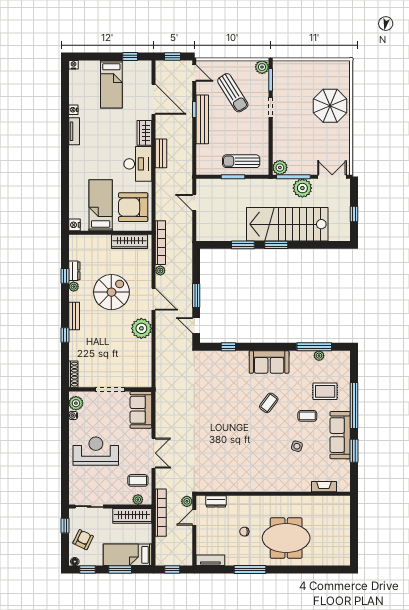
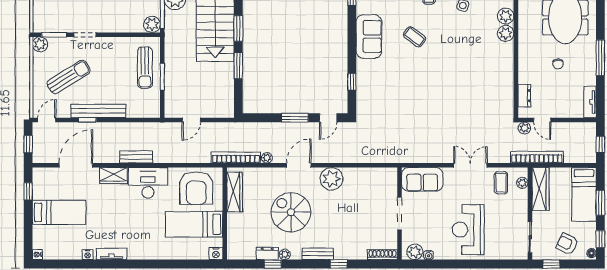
plant: (272, 485) -> (506, 33), added
plant: (287, 485) -> (506, 16), added

